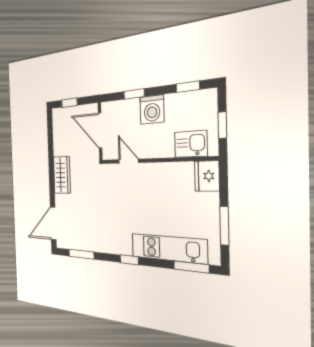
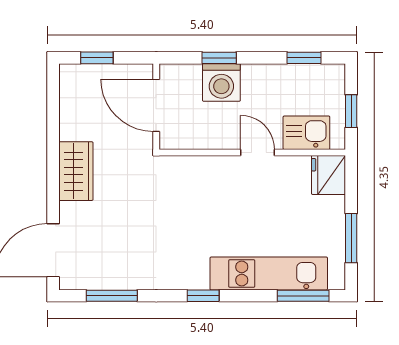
washing machine: (152, 110) -> (221, 82), moved
door: (129, 161) -> (258, 152), moved

